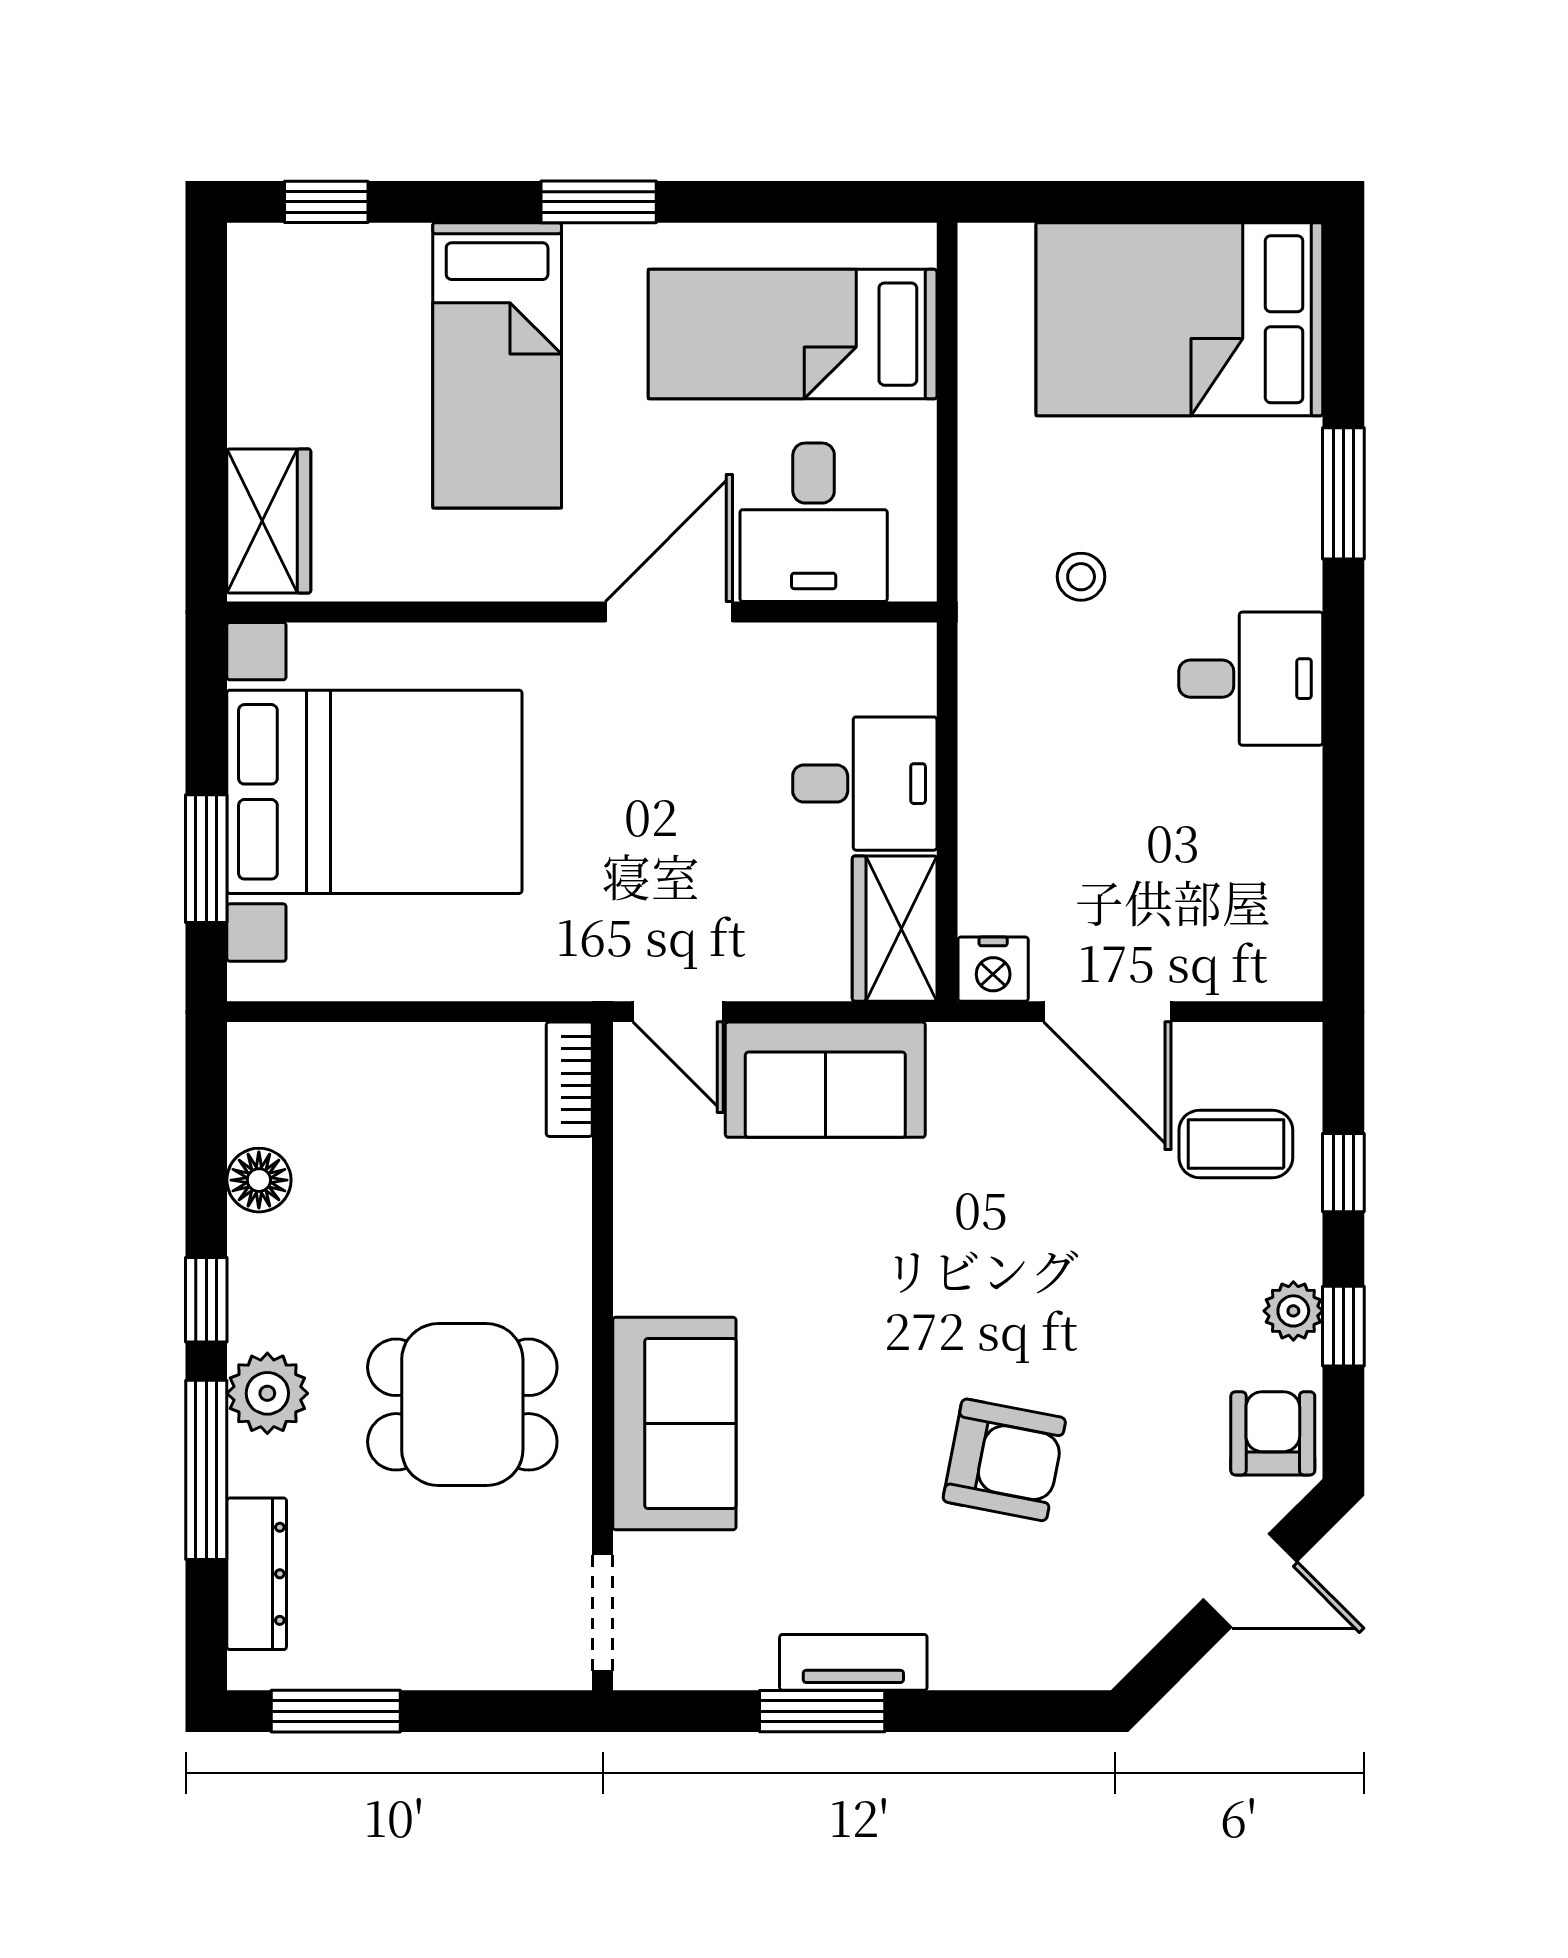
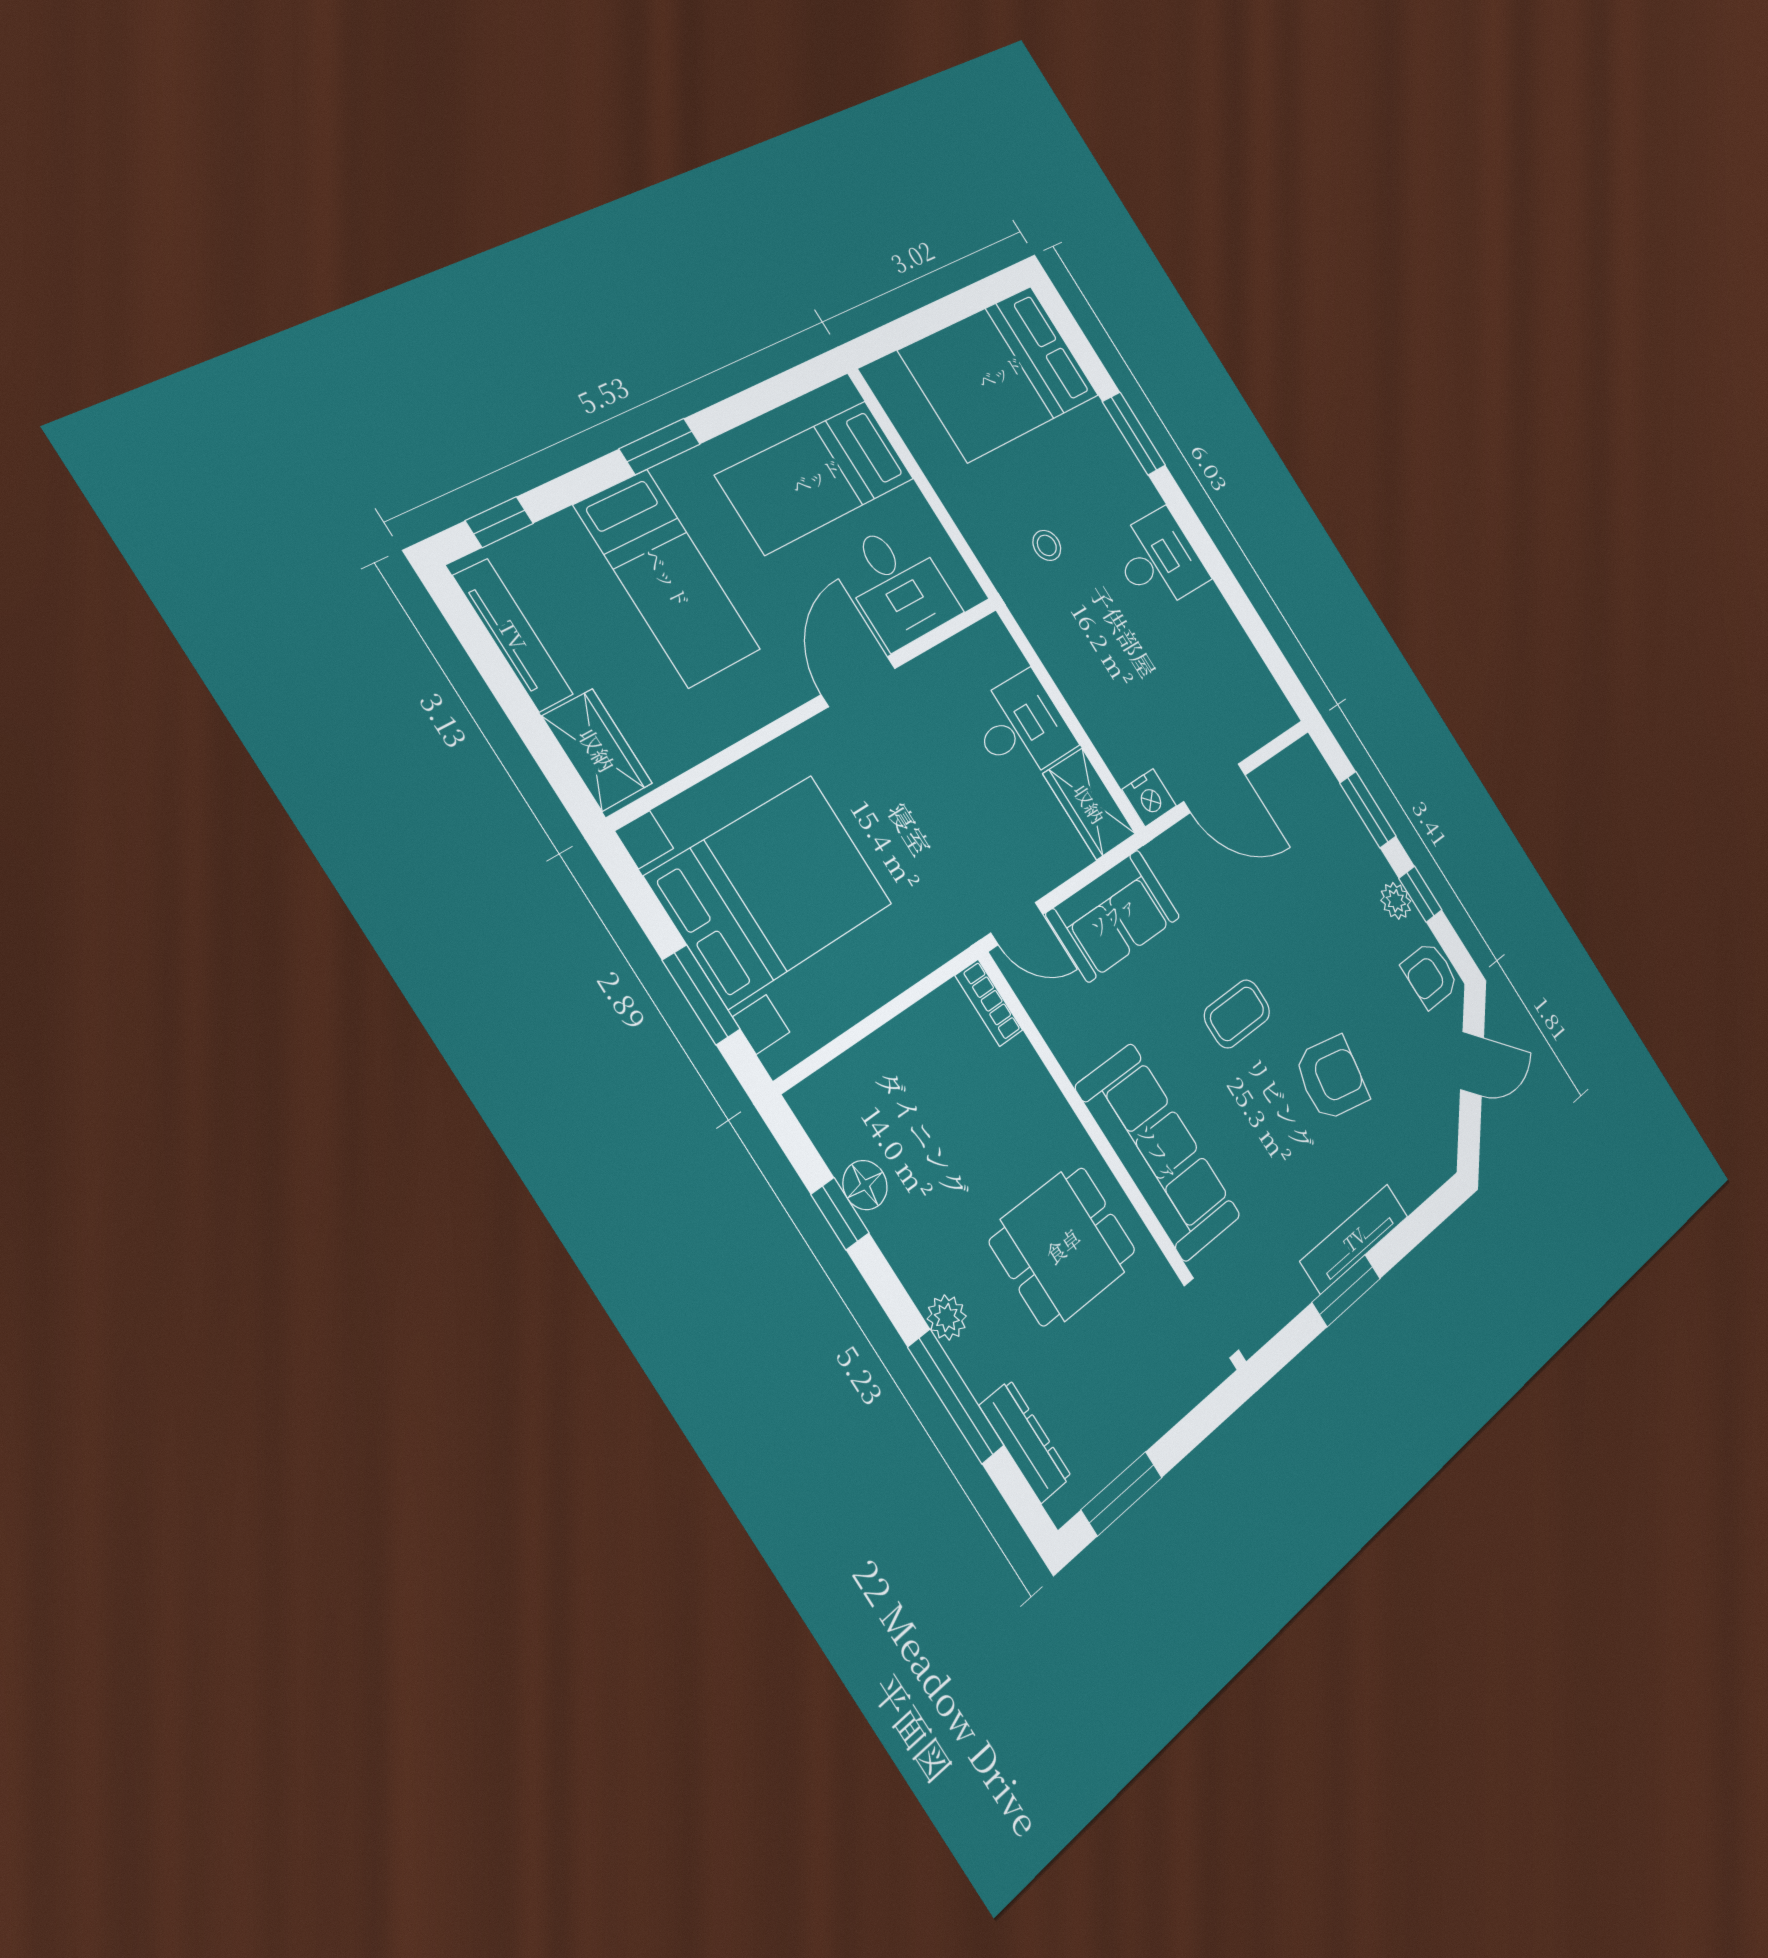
tv unit: (255, 341) -> (513, 635), added
coffee table: (1236, 1144) -> (1237, 1014), moved
window: (1343, 1173) -> (1368, 810), width x1.50
window: (206, 1300) -> (840, 1214), moved
plant: (267, 1393) -> (947, 1317), width x0.73, depth x0.73
sofa: (674, 1423) -> (1158, 1152), width x1.36
armchair: (1273, 1433) -> (1430, 975), turned -90
tv unit: (853, 1662) -> (1354, 1239), width x1.41

